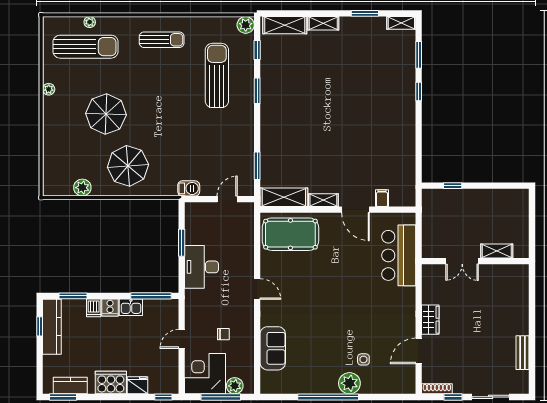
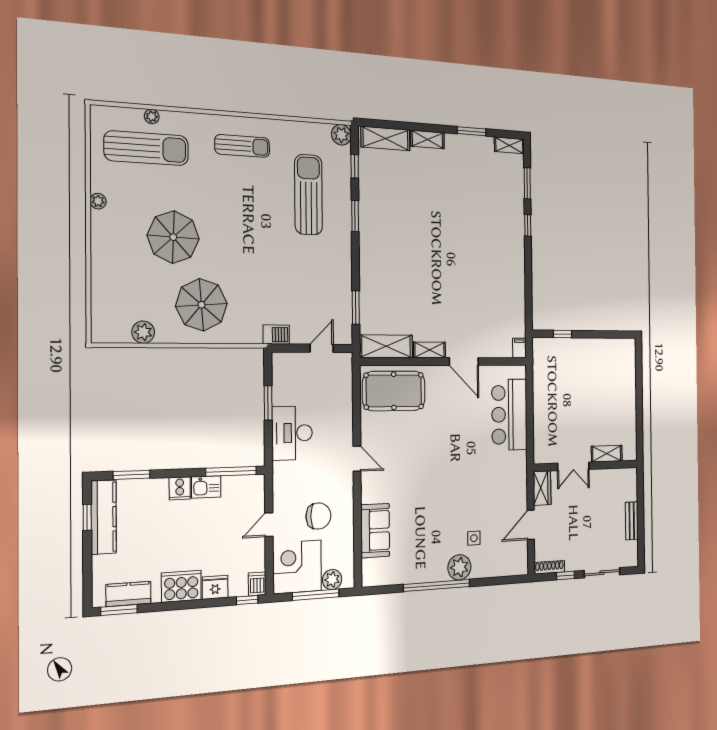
filing cabinet: (382, 198) -> (519, 348), moved
shelving: (497, 251) -> (607, 454), moved
double door: (462, 261) -> (573, 466), moved
wall: (475, 261) -> (586, 466), moved
dishwasher: (94, 308) -> (257, 584), moved, turned 180
chair: (223, 334) -> (318, 516), width x1.87, depth x1.87

